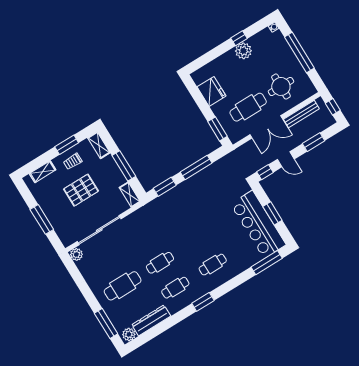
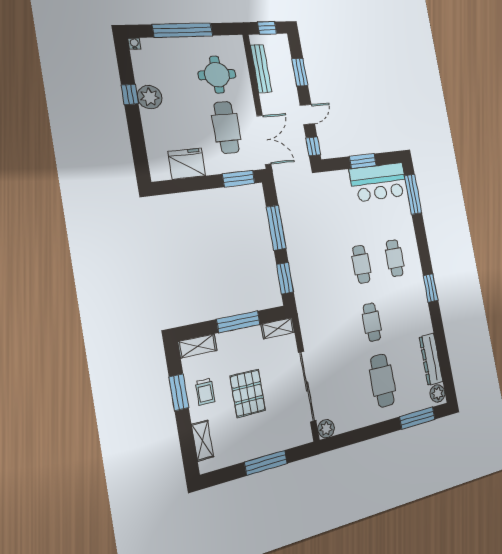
double door: (266, 127) -> (264, 140), moved
bar counter: (258, 224) -> (379, 182), width x0.73
cafe table: (175, 288) -> (361, 264), moved

